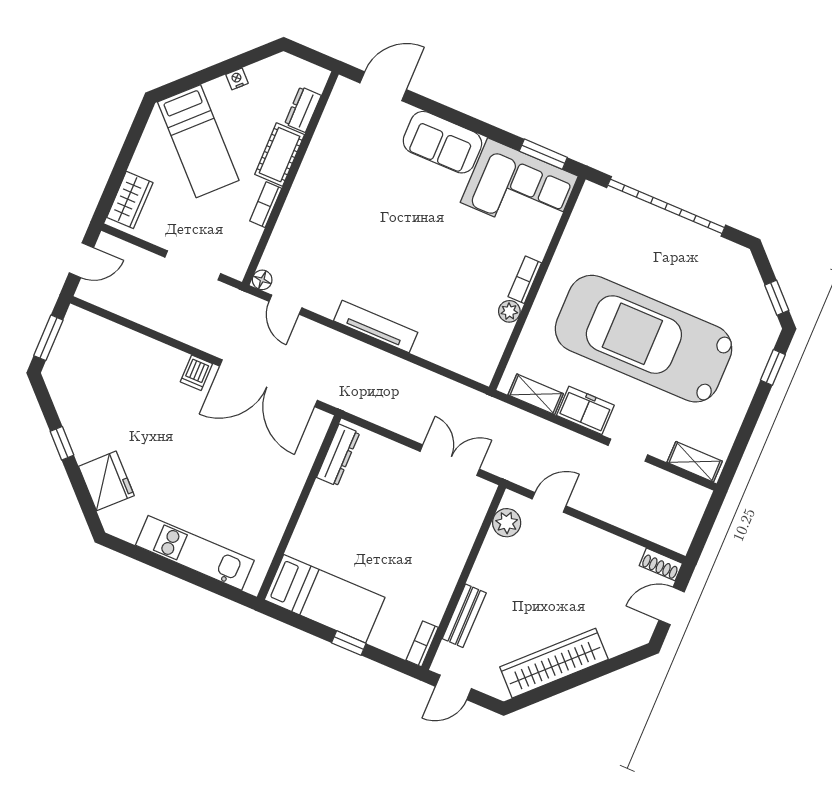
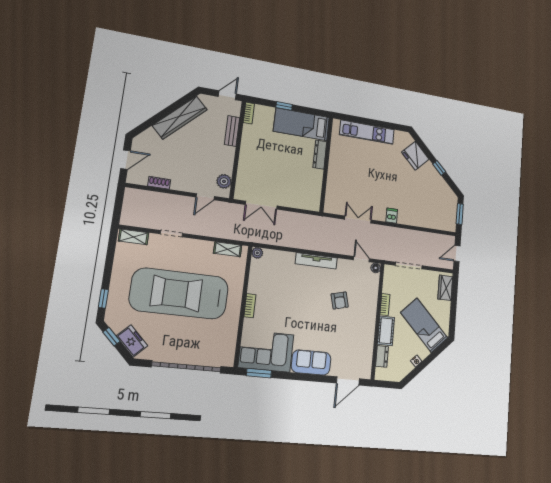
armchair: (353, 239) -> (340, 301), added
plant: (509, 311) -> (257, 253), moved
car: (644, 339) -> (179, 294), turned 180
double door: (268, 383) -> (358, 220), width x0.54
freezer: (585, 410) -> (132, 341), moved, turned -135
dresser: (338, 455) -> (320, 155), moved
shoe rack: (661, 564) -> (159, 183), moved

